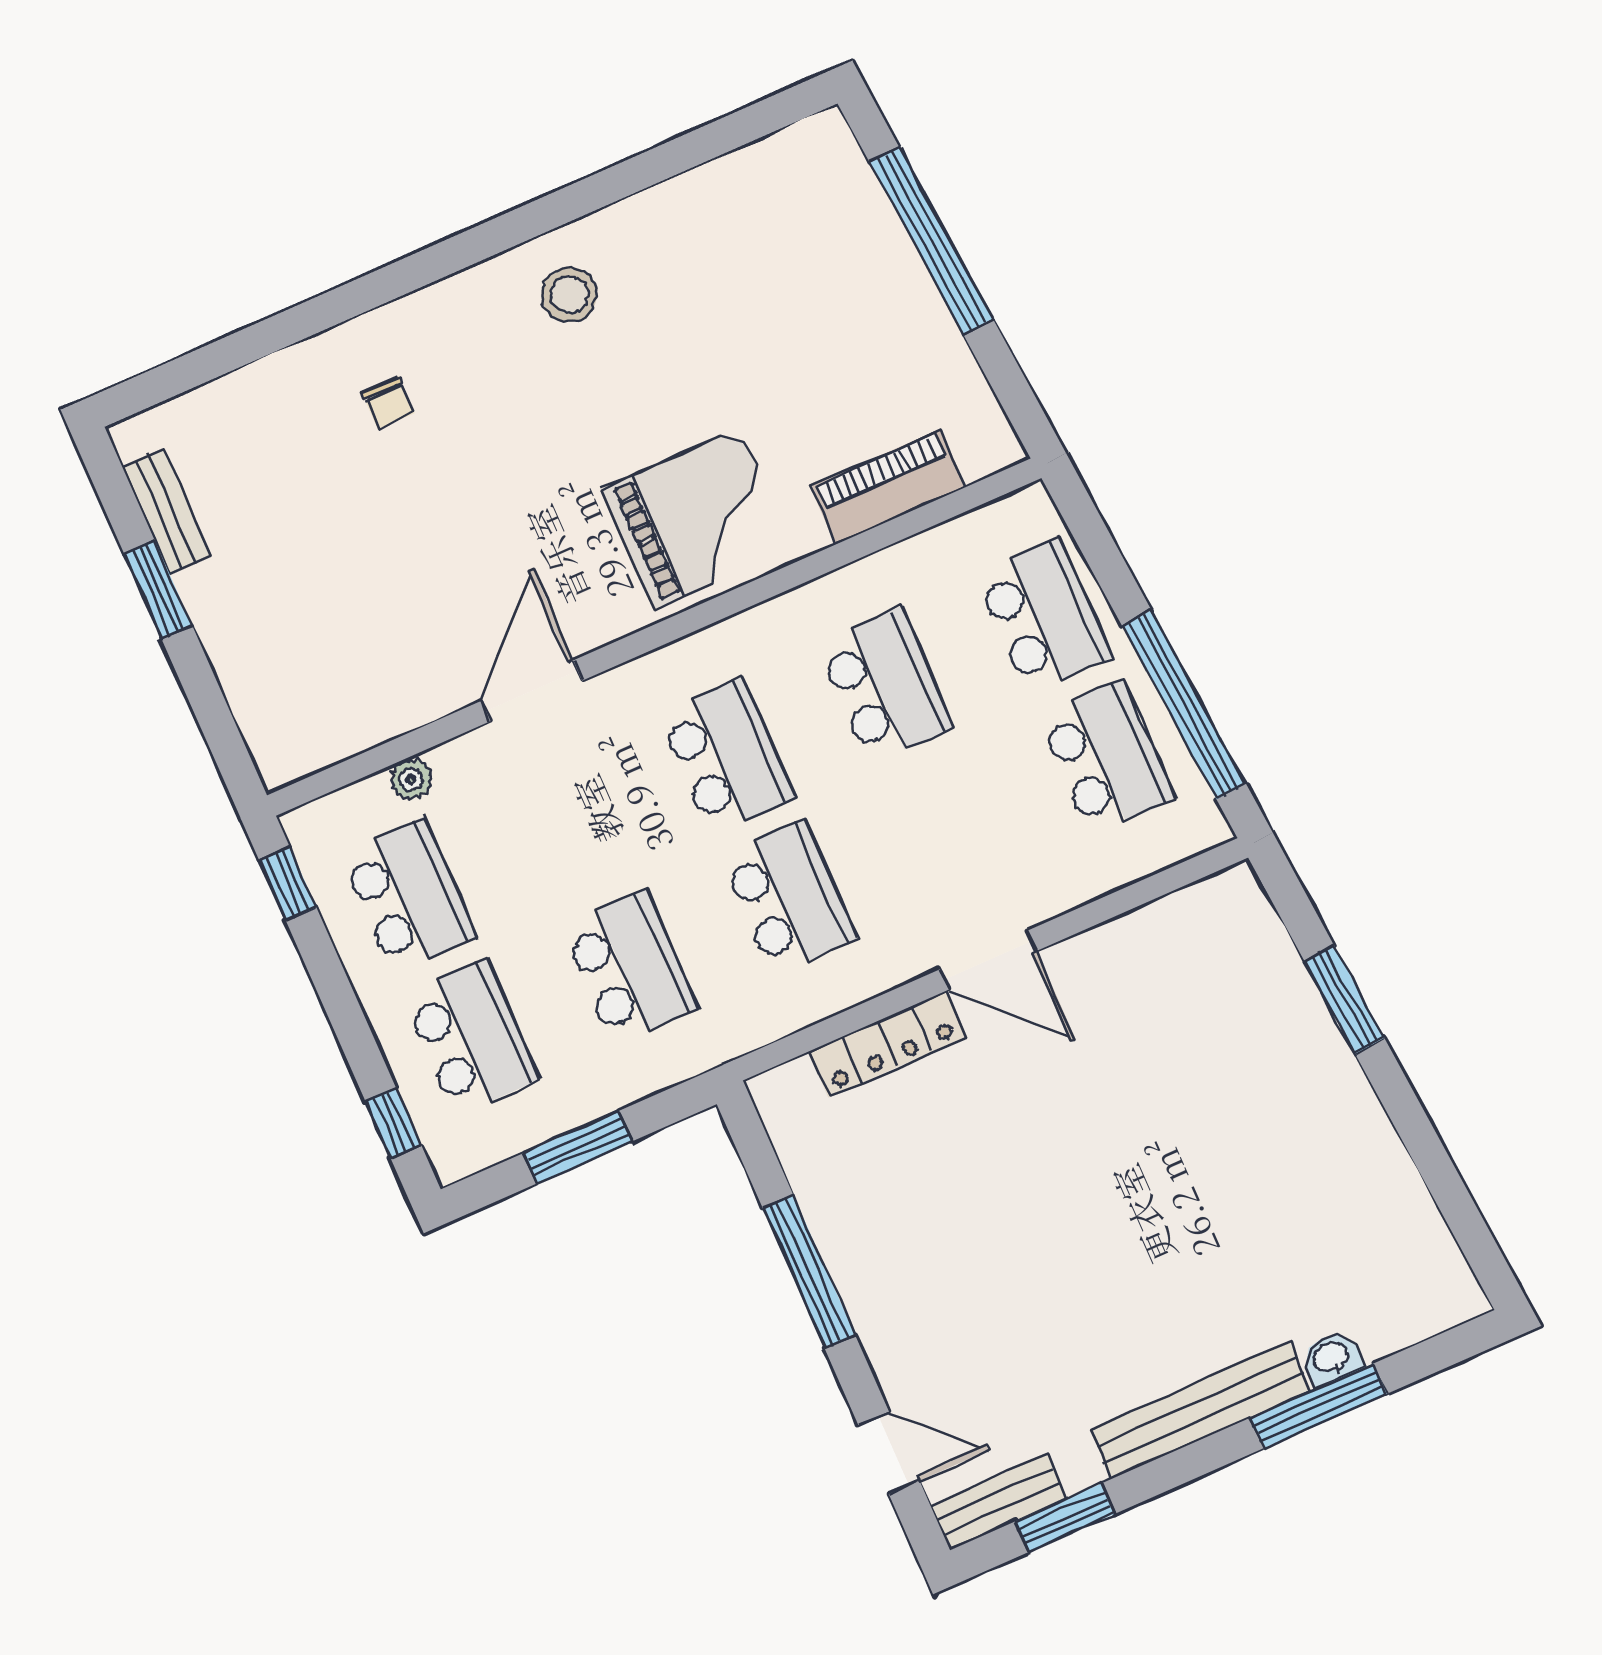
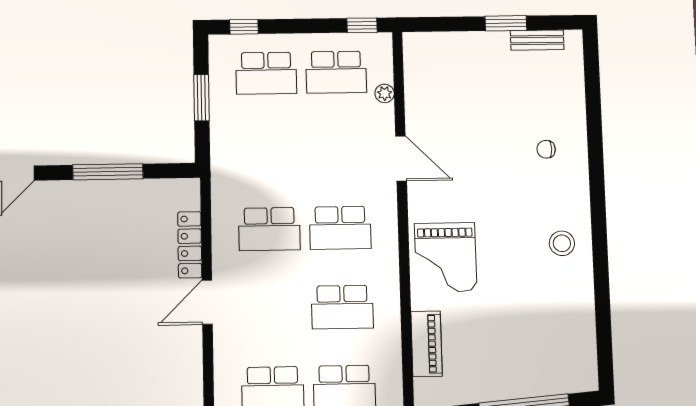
school desk: (630, 968) -> (268, 151), removed

